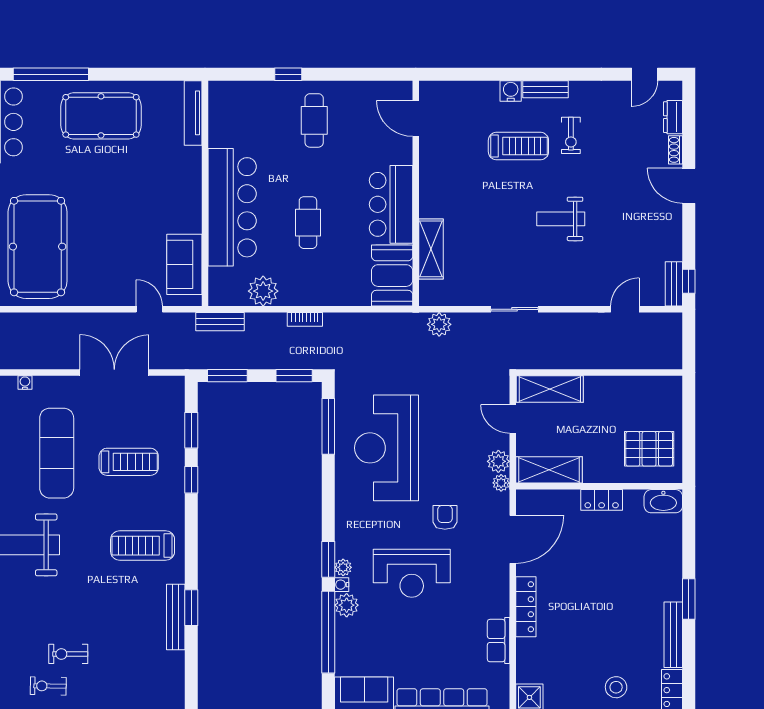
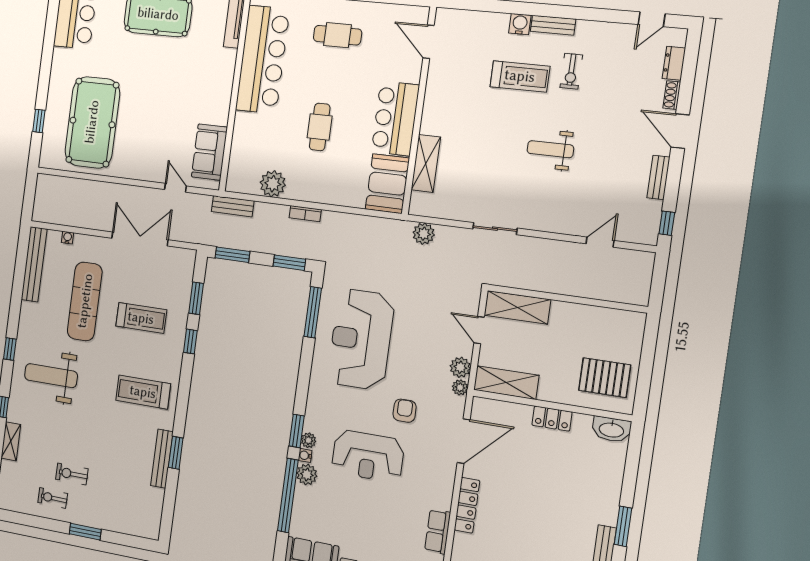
cafe table: (314, 120) -> (337, 35), turned 90
bar counter: (232, 207) -> (263, 60), moved
bench: (674, 284) -> (658, 177), moved

